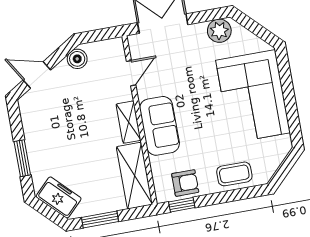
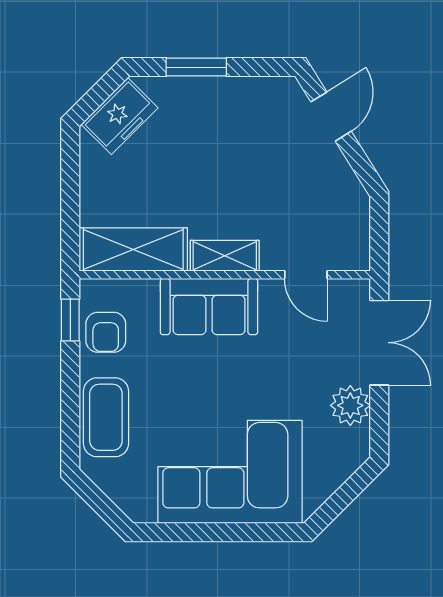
plant: (219, 31) -> (350, 405), moved
boiler: (77, 59) -> (346, 189), removed
coffee table: (234, 174) -> (106, 417), width x1.36, depth x1.30
window: (100, 219) -> (70, 179), removed

